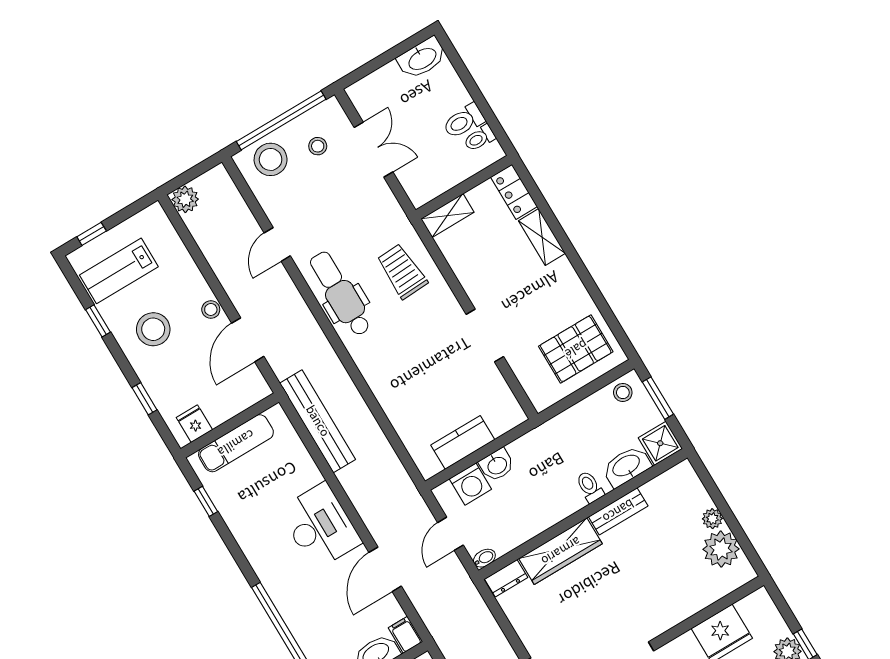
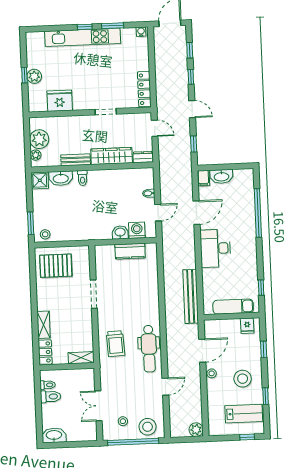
shower: (660, 443) -> (40, 180), moved
washbasin: (627, 466) -> (61, 178), moved
toilet: (590, 487) -> (82, 178), moved
bench: (618, 511) -> (76, 160), moved
wall: (583, 514) -> (92, 167), moved
wardrobe: (561, 551) -> (112, 156), moved
dresser: (506, 578) -> (143, 157), moved

